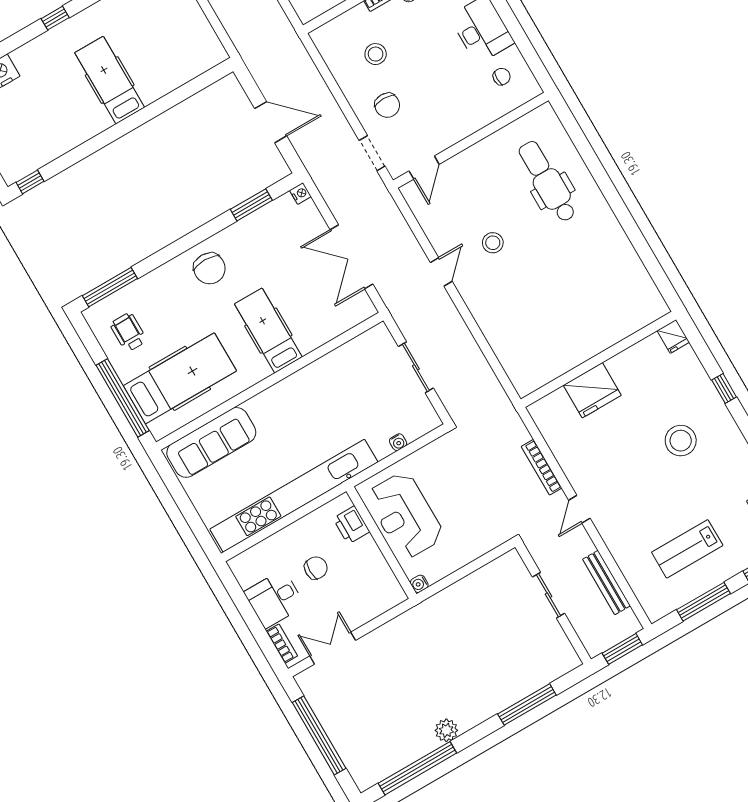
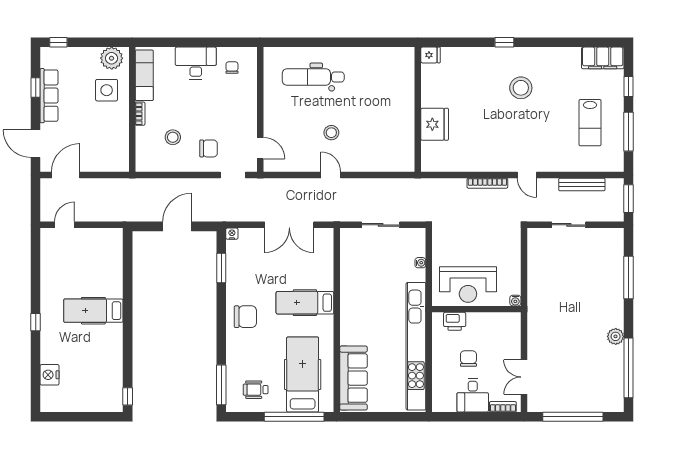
fridge: (673, 336) -> (430, 55), moved
wall: (598, 359) -> (418, 109), moved
fridge: (592, 390) -> (435, 124), moved

